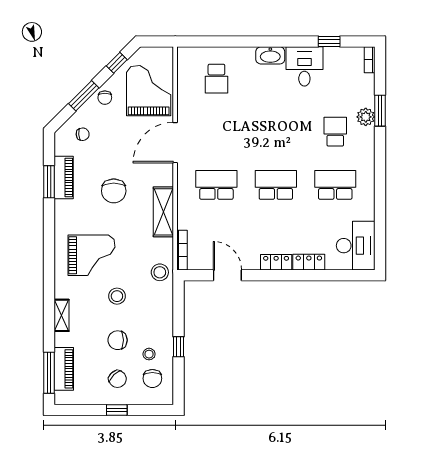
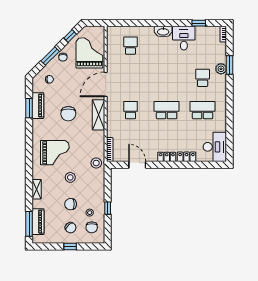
school desk: (216, 79) -> (131, 46), turned 180
school desk: (216, 185) -> (131, 110), width x0.54
shelving: (163, 212) -> (98, 115), moved

